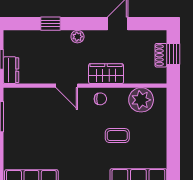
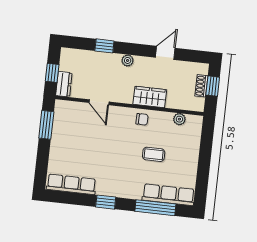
door: (67, 86) -> (99, 102), moved
plant: (141, 100) -> (179, 119), width x0.53, depth x0.53

